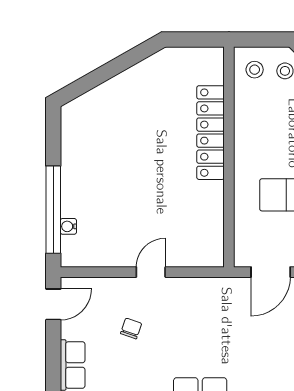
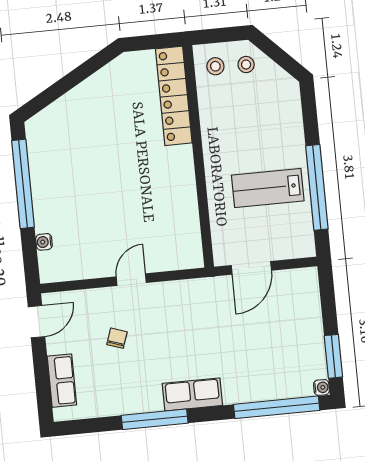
locker: (211, 133) -> (174, 96), moved
window: (53, 210) -> (23, 184), moved

